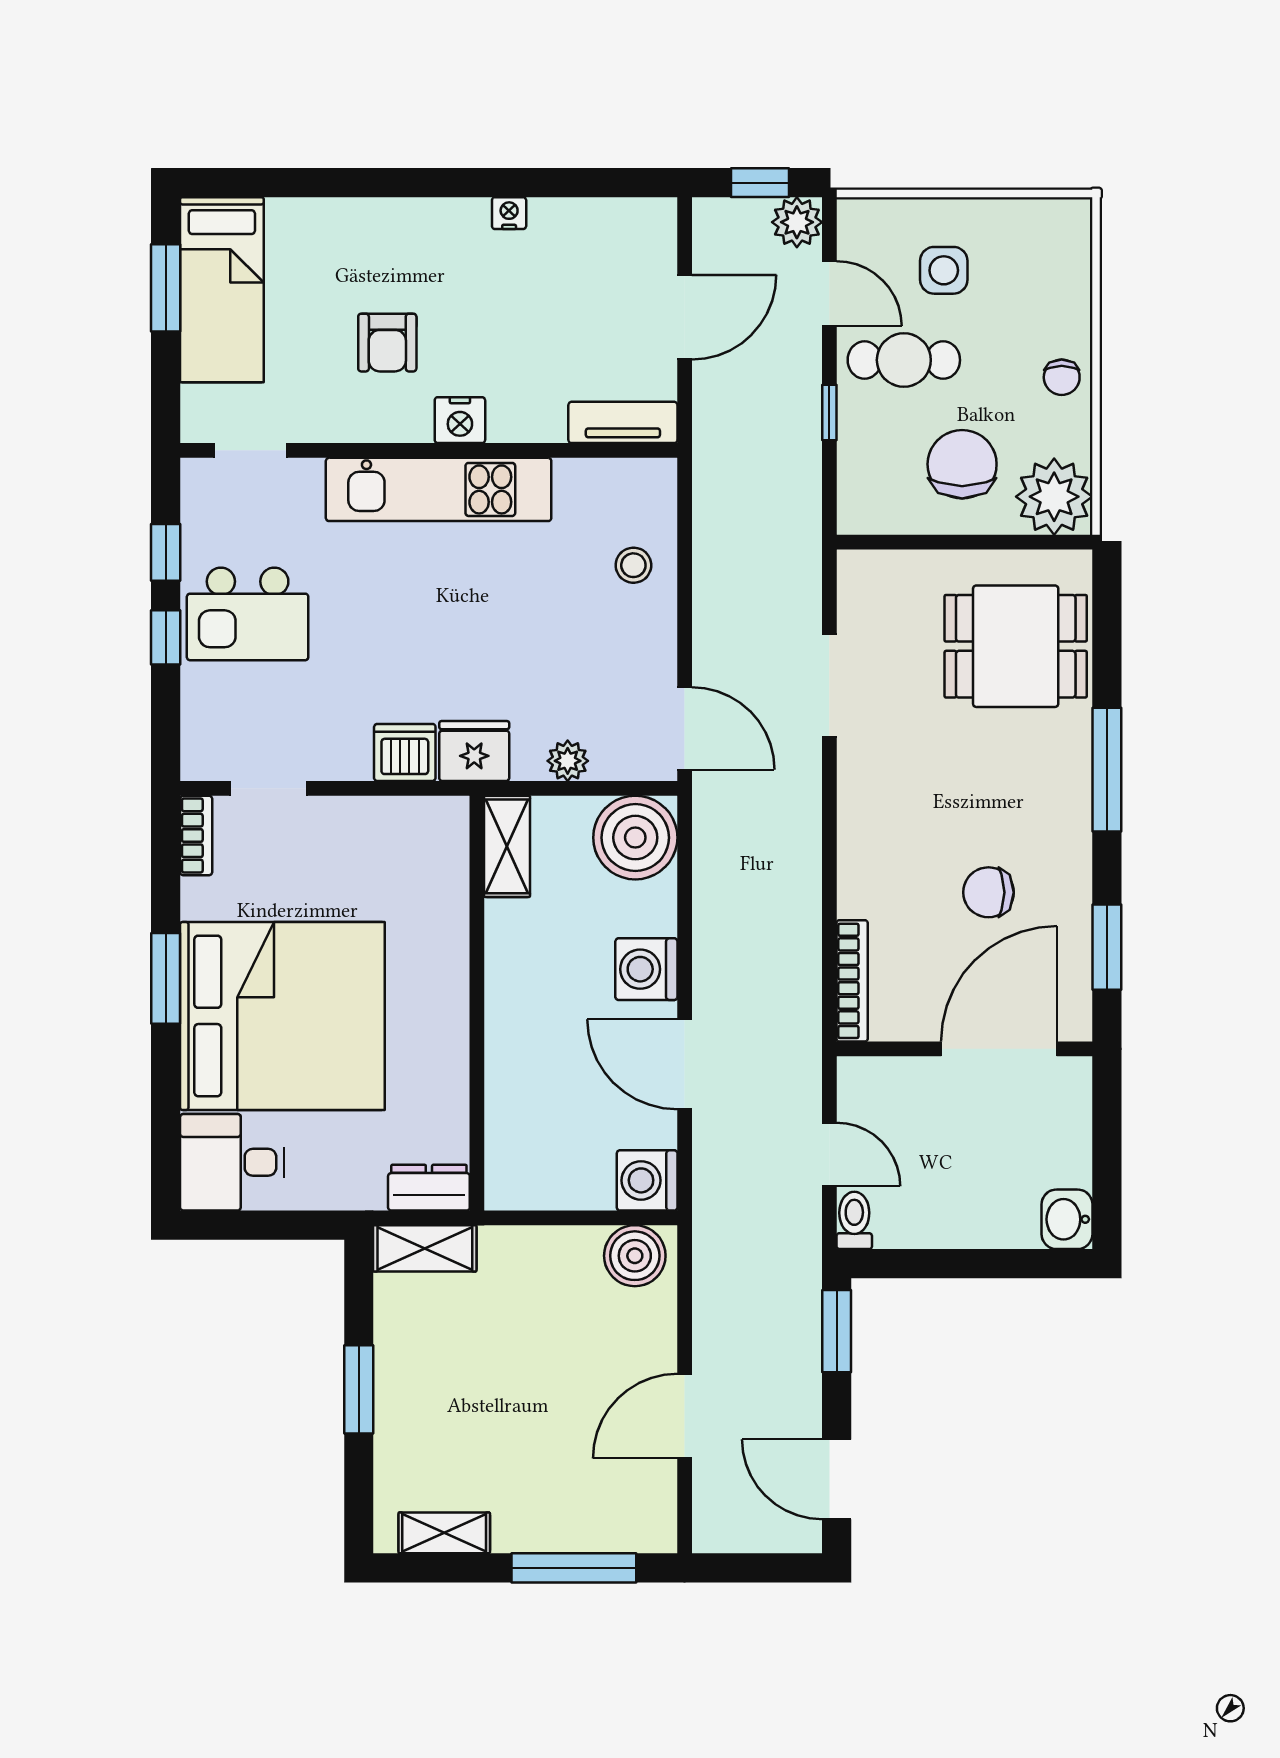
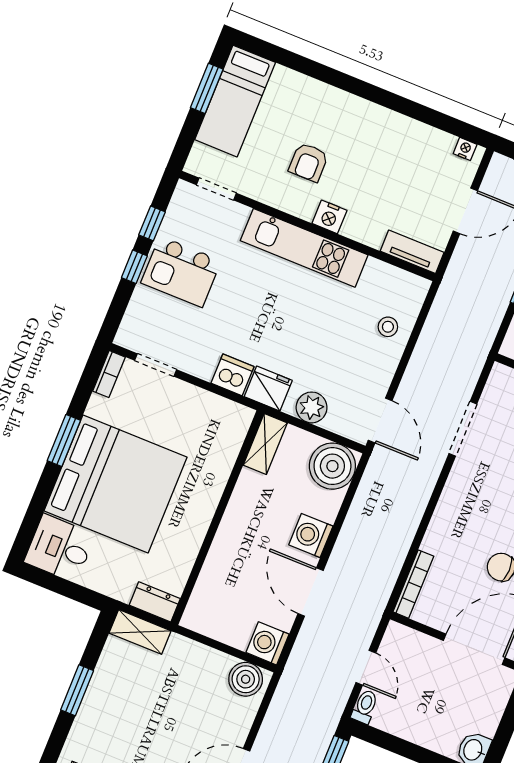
nightstand: (509, 213) -> (465, 149), moved
plant: (568, 761) -> (312, 407), width x1.38, depth x1.38

